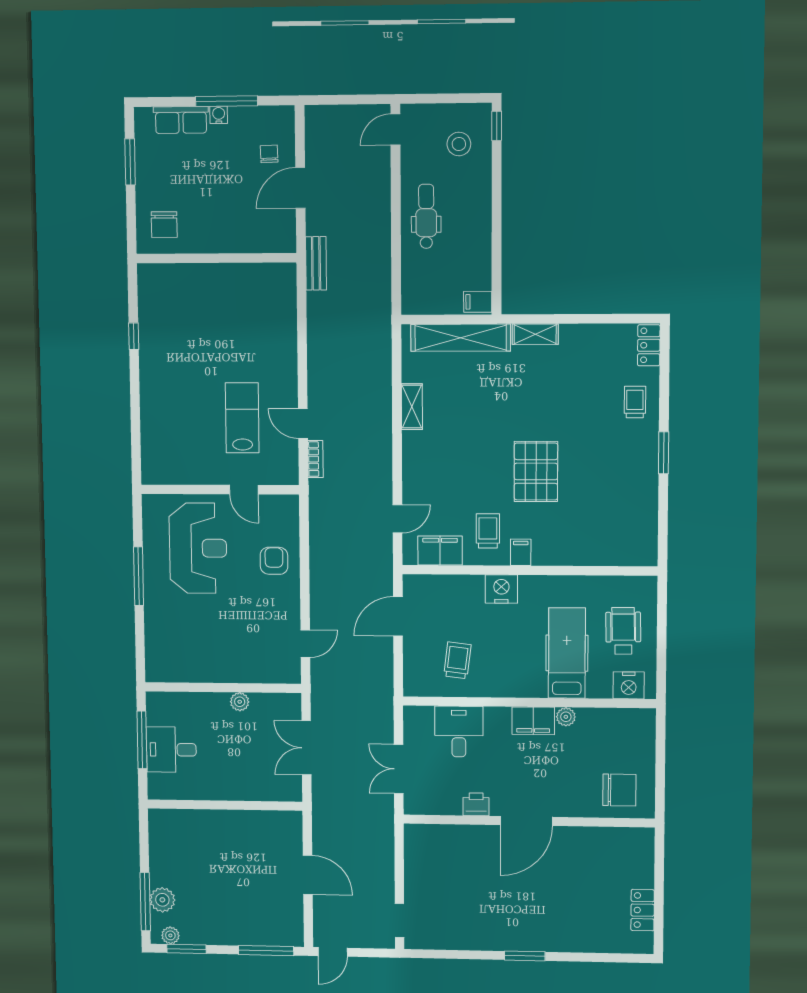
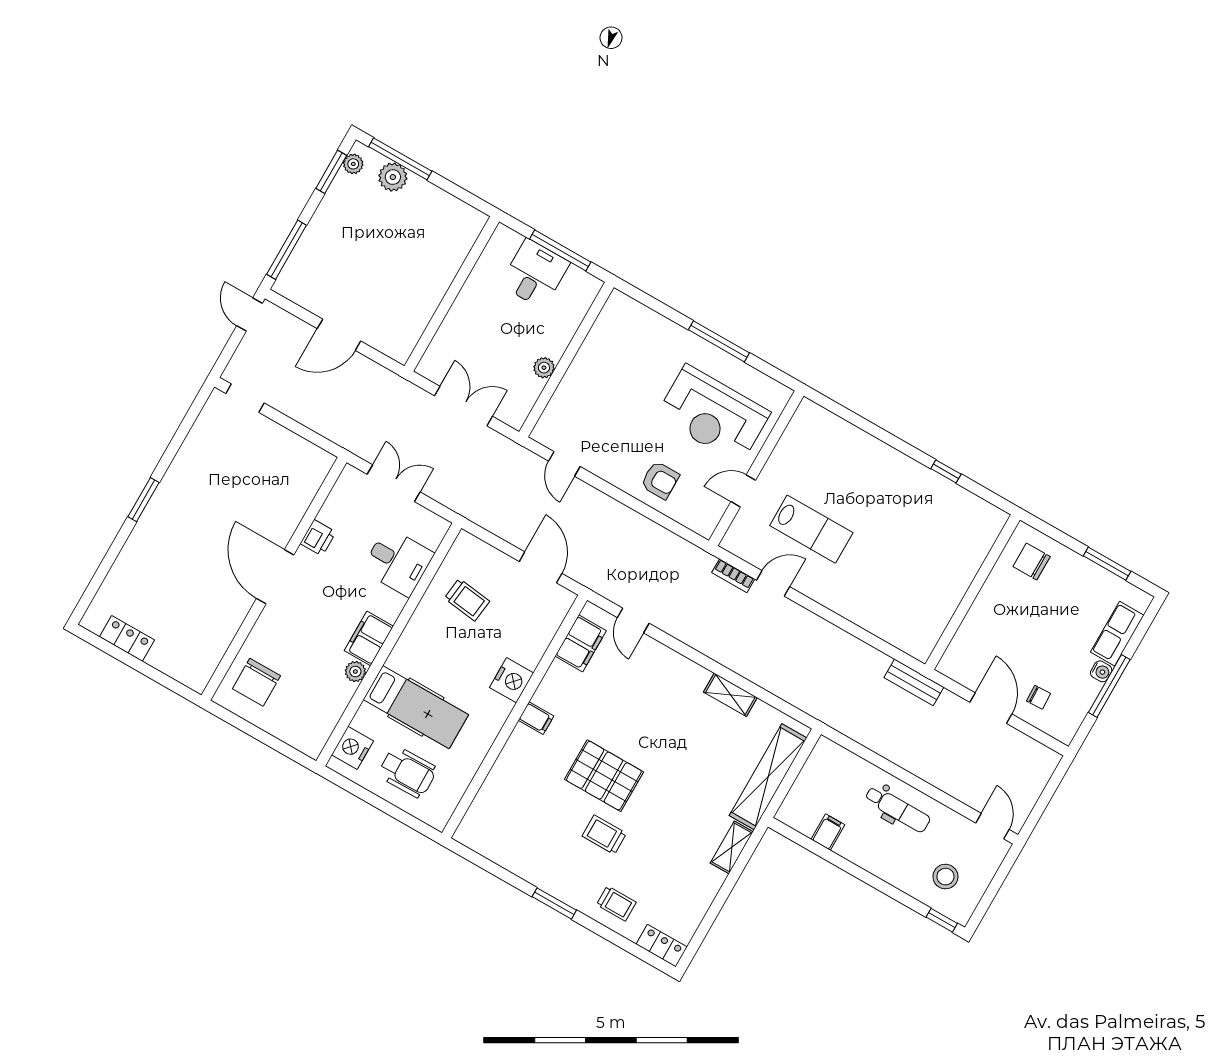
filing cabinet: (478, 302) -> (828, 832), moved
trolley: (488, 531) -> (604, 835), moved, turned 180

